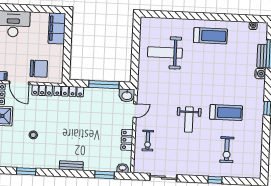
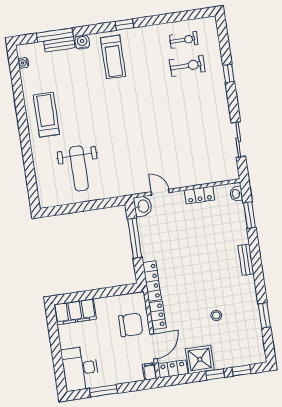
chair: (39, 69) -> (131, 325), turned 90
treadmill: (226, 113) -> (113, 57), moved, turned 180
weight bench: (189, 120) -> (158, 121), removed
exercise bike: (148, 141) -> (184, 40), moved

